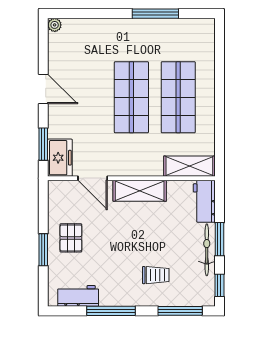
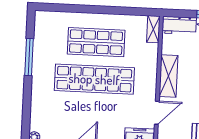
shop shelf: (131, 97) -> (94, 79), width x1.40
shelving: (189, 166) -> (153, 29), width x0.67, depth x0.75

